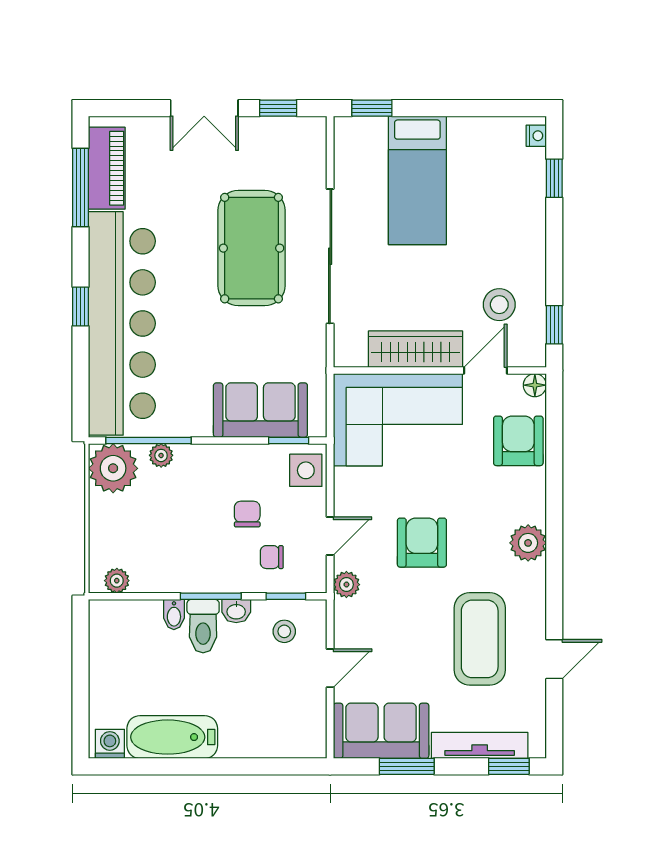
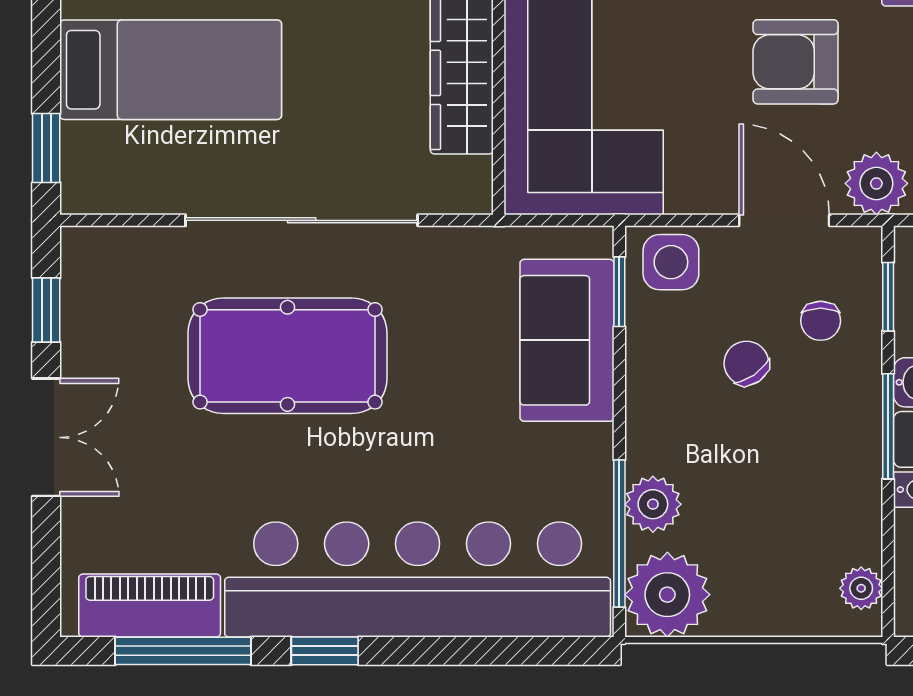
window: (81, 306) -> (325, 651), moved
plant: (161, 455) -> (653, 504), width x1.38, depth x1.38
chair: (247, 514) -> (746, 363), turned 55
door: (330, 536) -> (784, 220), width x1.38
plant: (346, 585) -> (876, 183), width x1.38, depth x1.38

